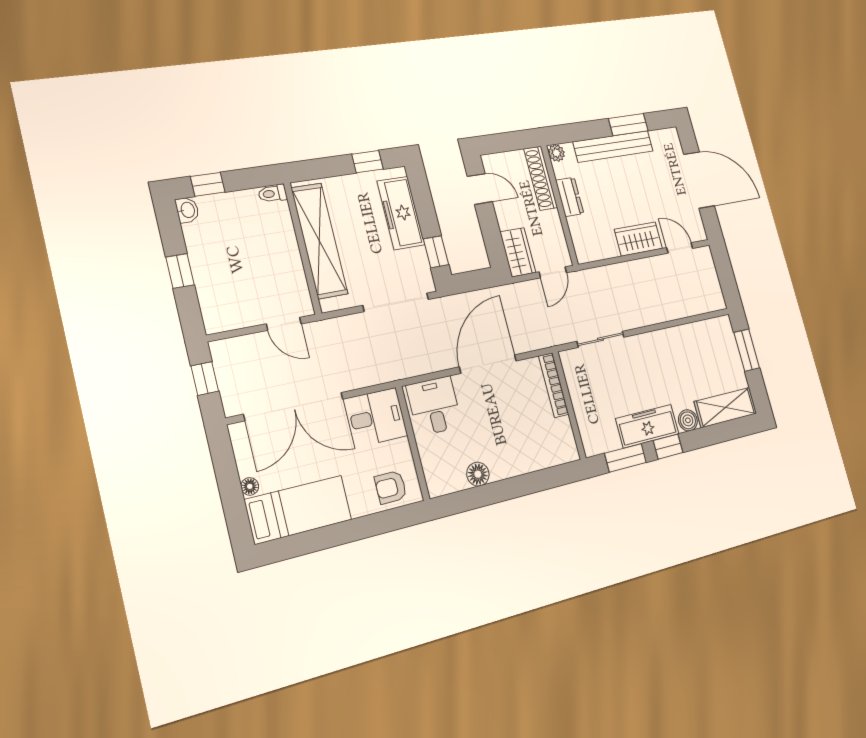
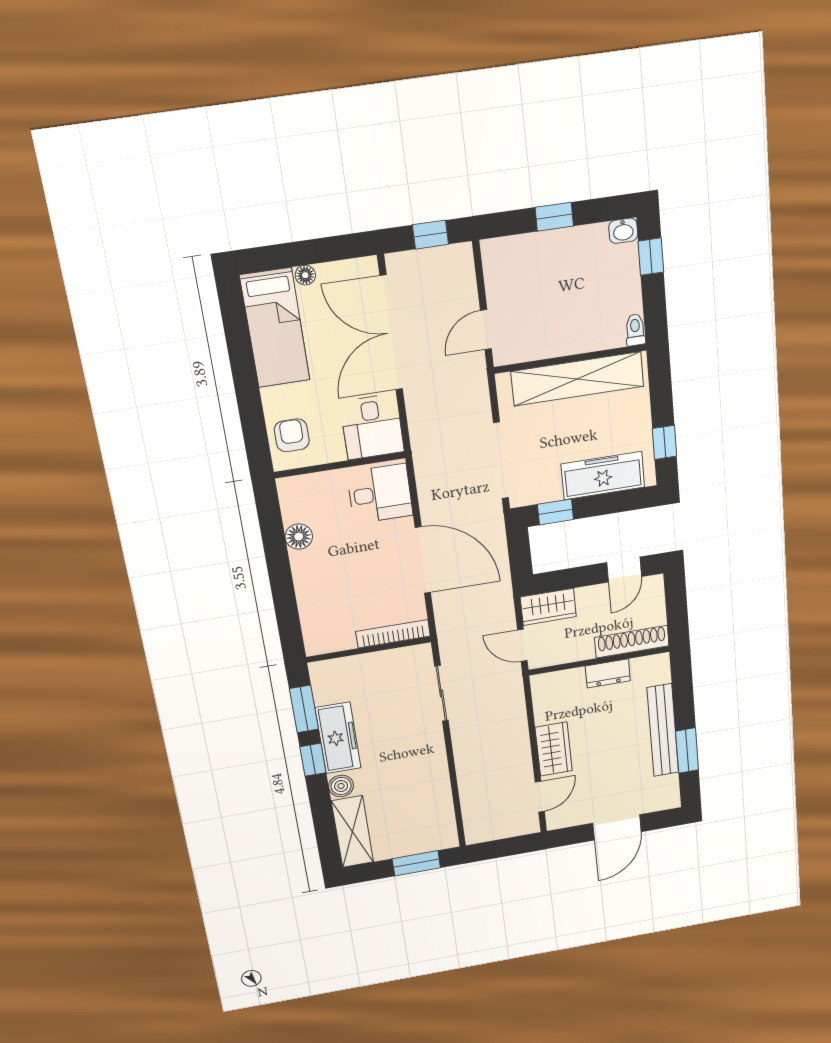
plant: (556, 153) -> (660, 663), removed
door: (699, 180) -> (617, 827), width x0.73

